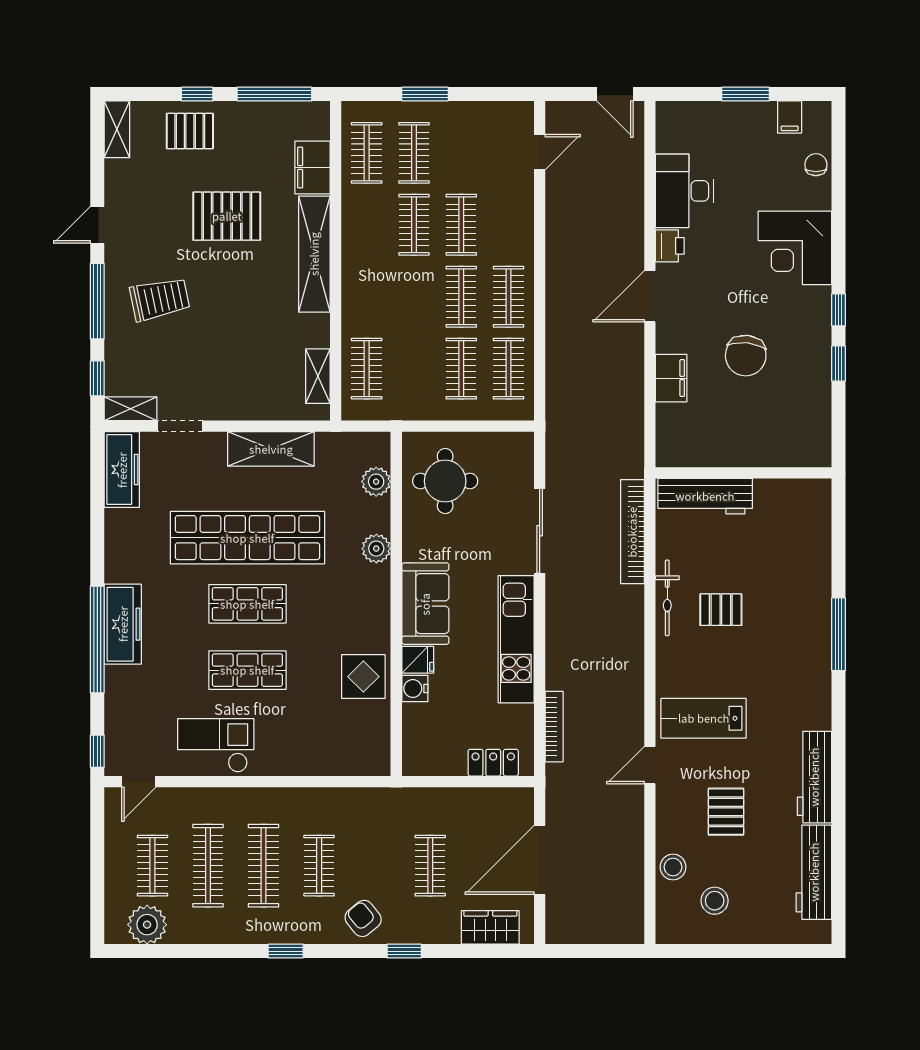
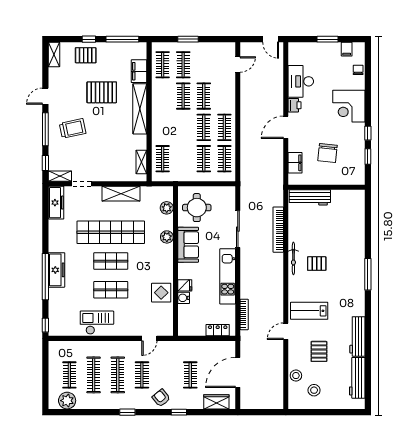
wall: (743, 473) -> (327, 187), moved
workbench: (705, 496) -> (310, 197), moved
sofa: (425, 604) -> (188, 245), moved
door: (139, 782) -> (149, 338), moved

